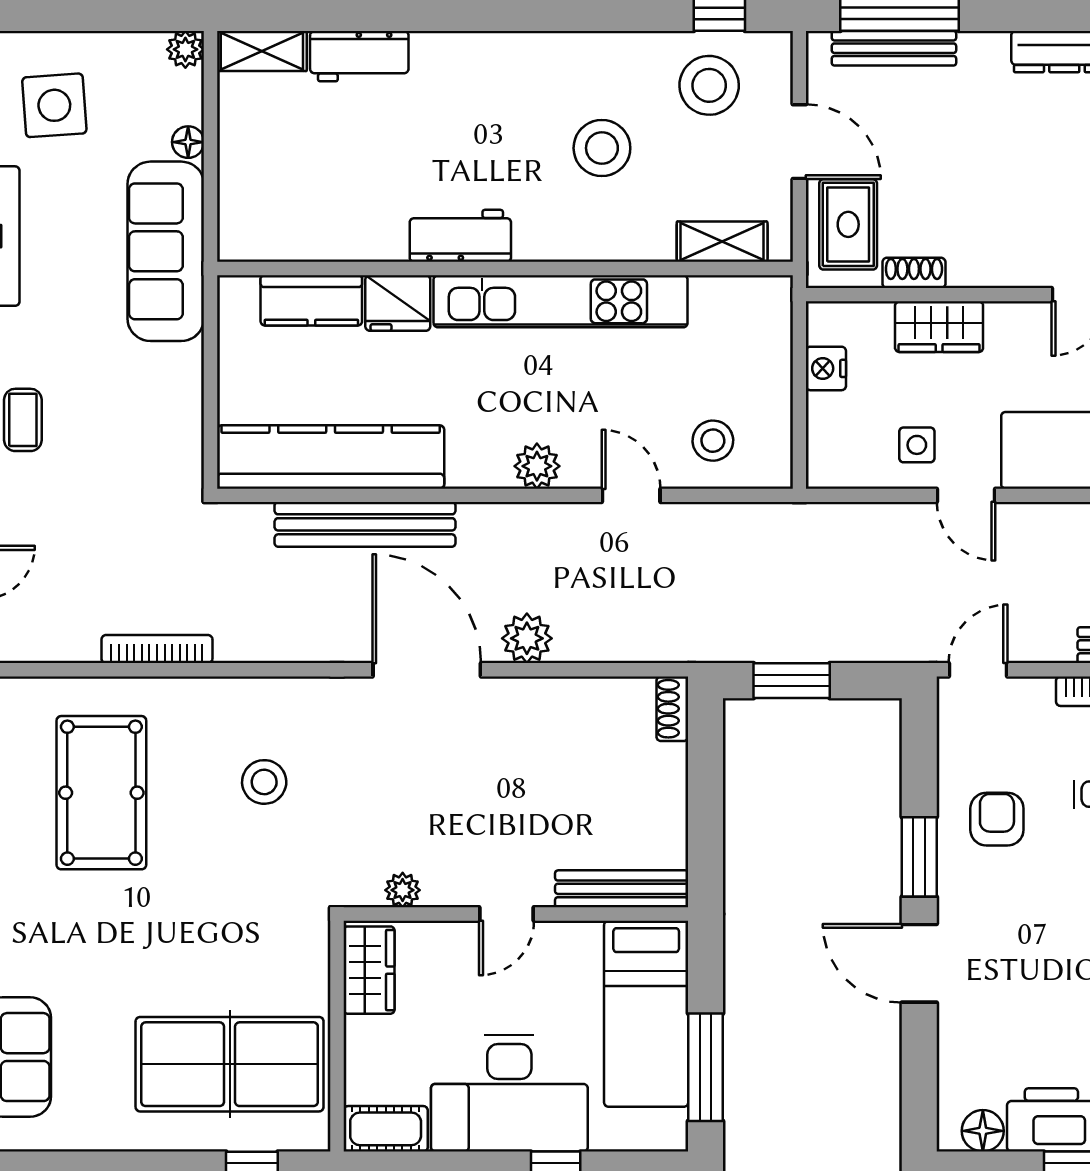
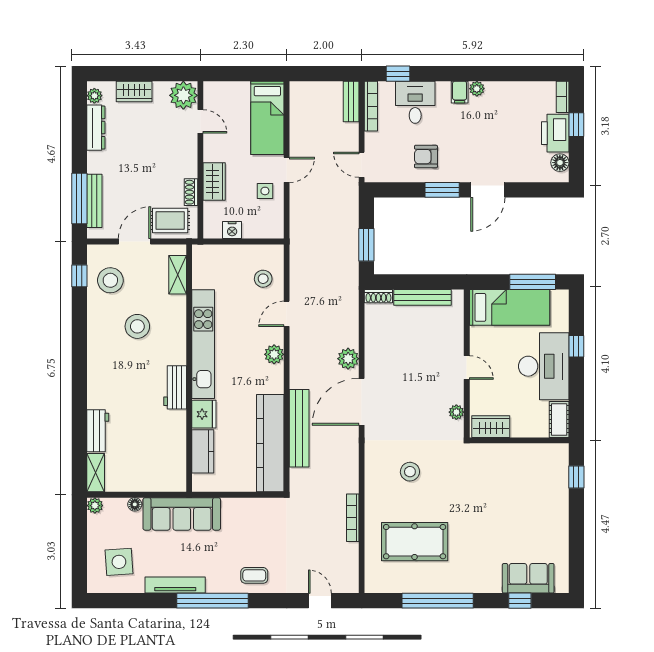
bench: (622, 889) -> (422, 297), moved, turned 90
table tennis table: (230, 1064) -> (531, 487), removed

